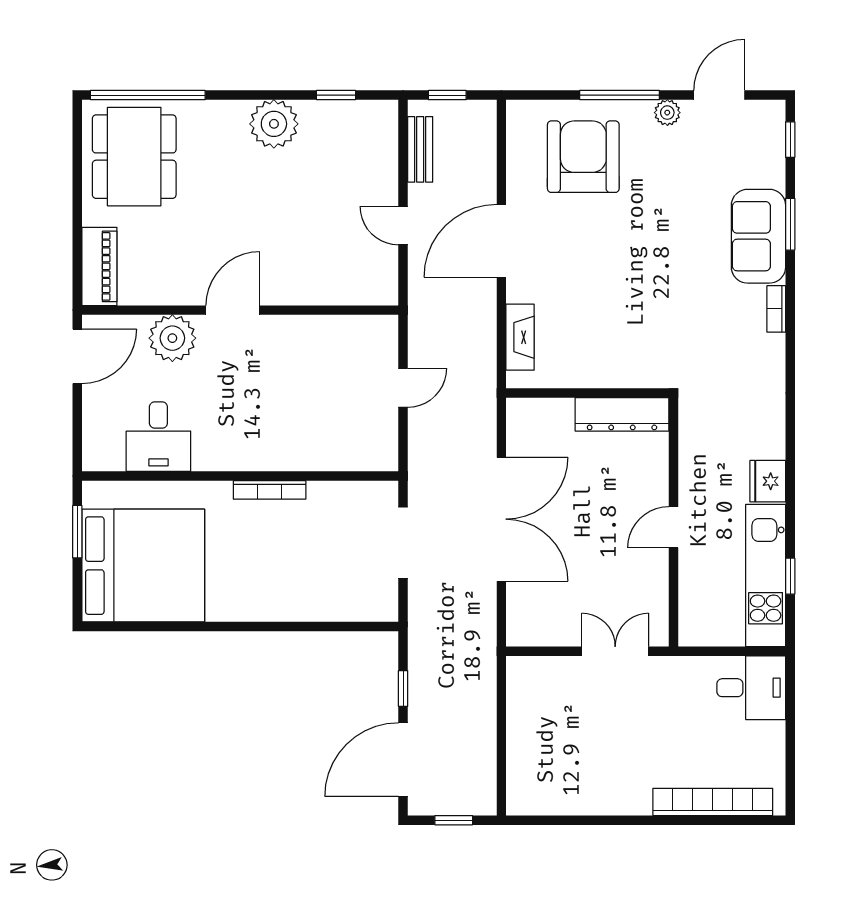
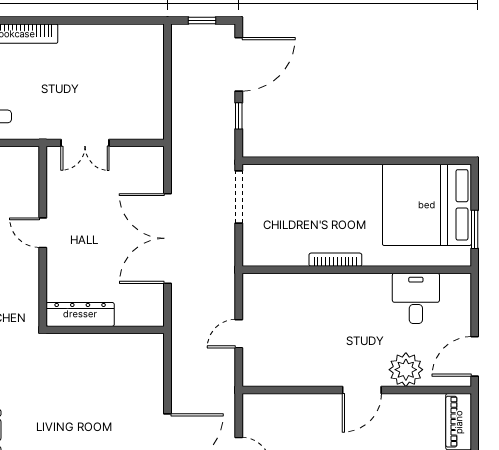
fireplace: (520, 337) -> (154, 370), removed
door: (673, 527) -> (43, 233), swing flipped
doorway: (403, 543) -> (239, 197), moved

